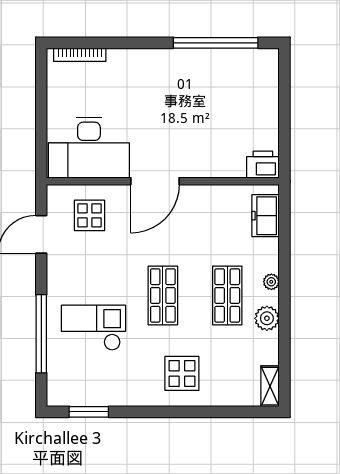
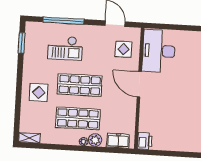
shop shelf: (163, 295) -> (80, 85), width x1.43, depth x1.36
shop shelf: (227, 295) -> (78, 118), width x1.43, depth x1.36
plant: (267, 318) -> (95, 140), moved
checkout: (94, 328) -> (65, 48), turned 90

